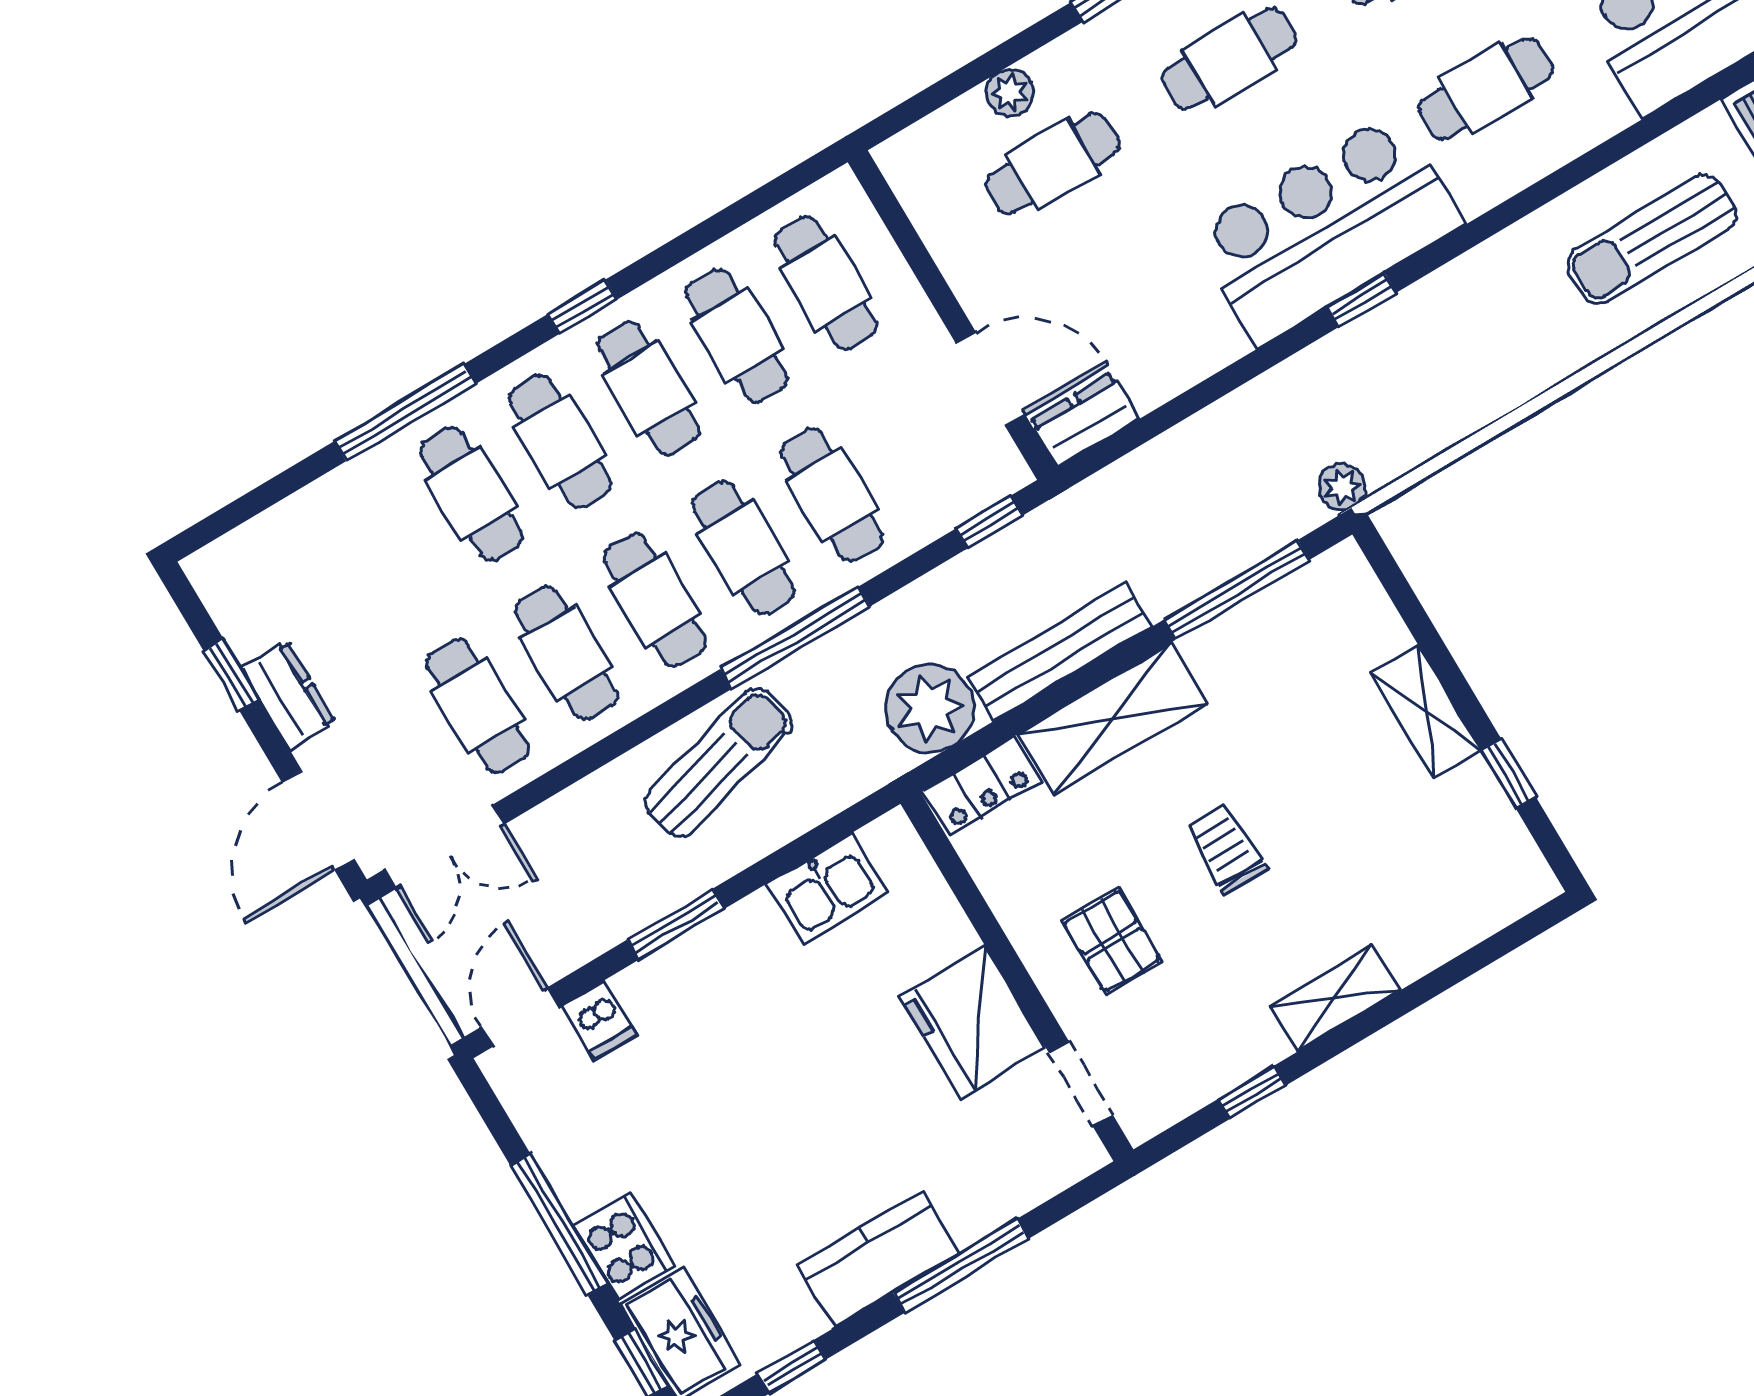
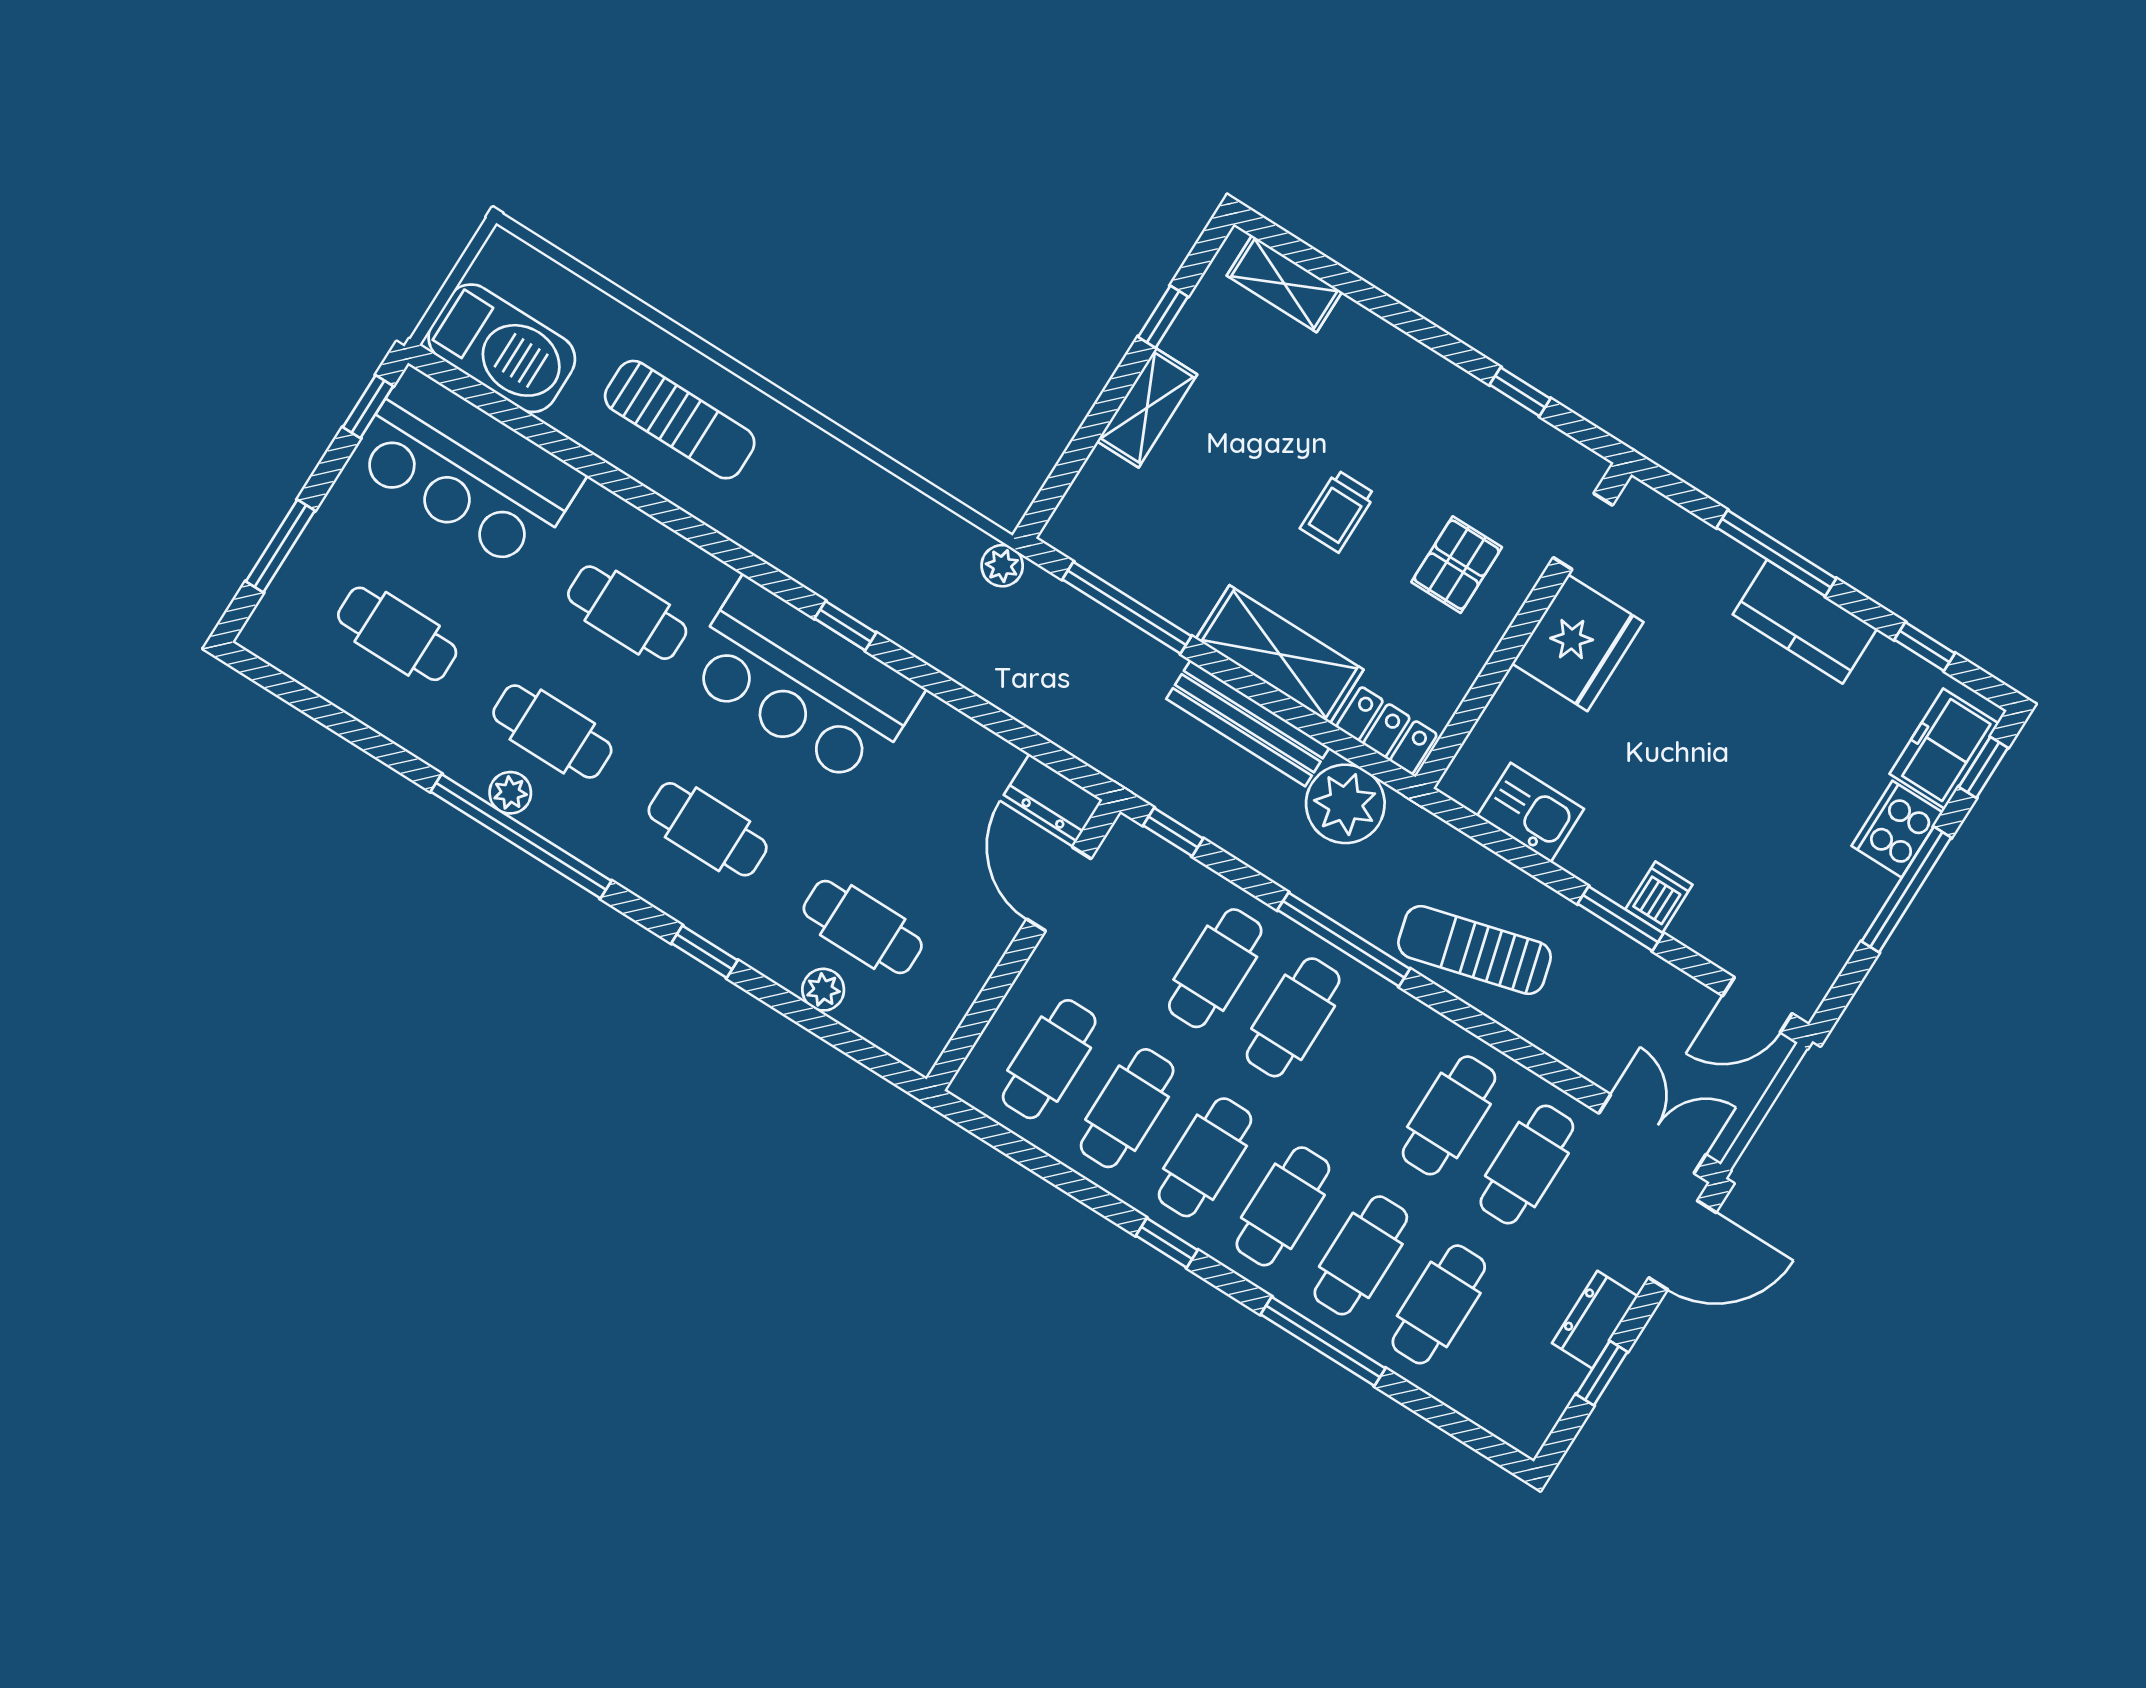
cafe table: (655, 600) -> (1439, 1304), moved
shelving: (1335, 998) -> (1284, 284), moved
dishwasher: (600, 1020) -> (1659, 897), moved

